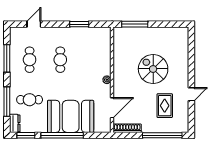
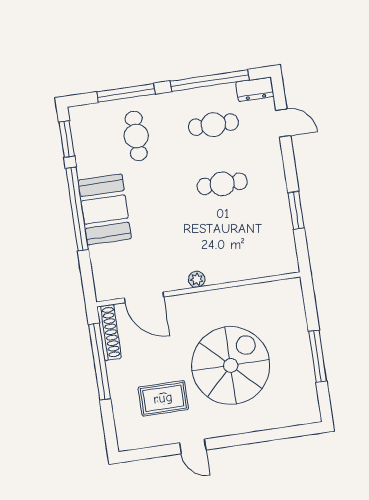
window: (135, 24) -> (318, 356), moved
window: (7, 58) -> (210, 80), width x1.46
spiral stairs: (153, 69) -> (231, 365), width x1.37, depth x1.37
booth: (71, 116) -> (105, 209), width x0.73, depth x0.70
dresser: (15, 123) -> (255, 89), moved
window: (162, 135) -> (100, 362), moved

